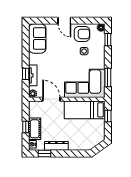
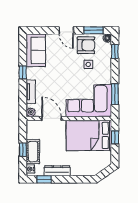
window: (89, 21) -> (93, 30), added
window: (26, 74) -> (23, 72), moved
bed: (85, 110) -> (89, 135), width x1.50

